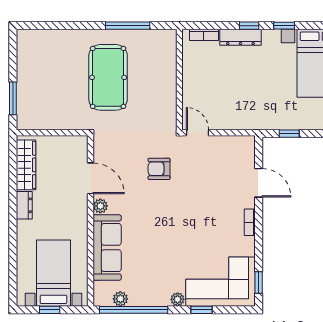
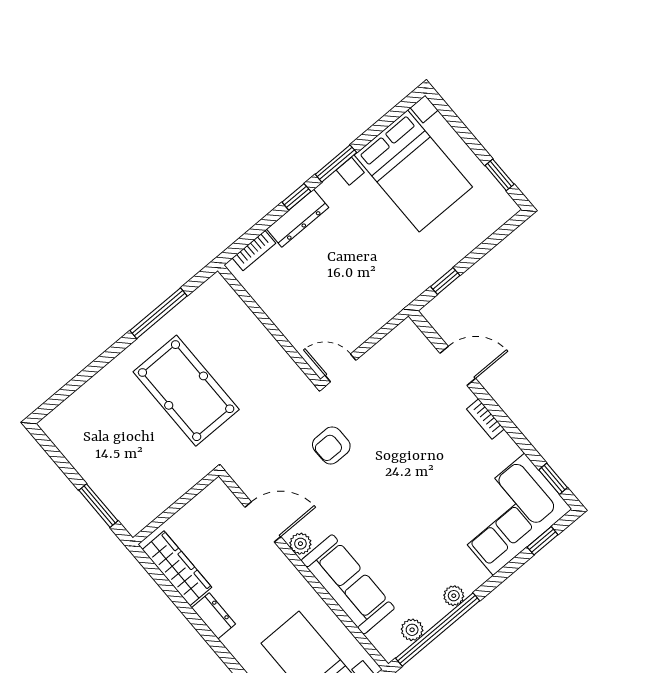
window: (284, 26) -> (336, 163), width x1.50
plant: (178, 299) -> (454, 596), moved
window: (202, 310) -> (543, 541), moved

